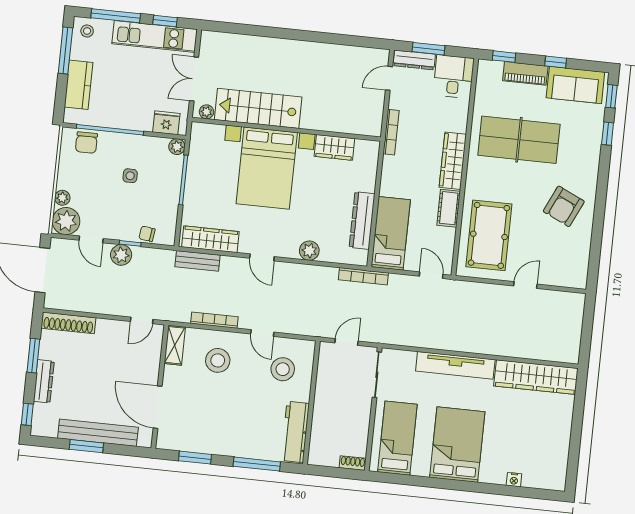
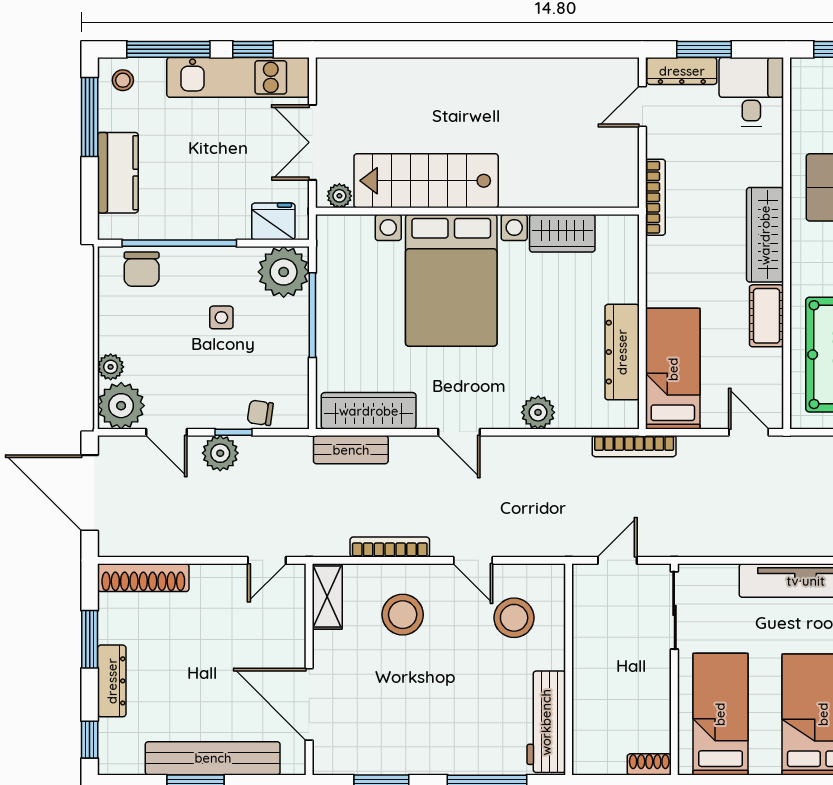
plant: (177, 147) -> (284, 272), width x1.87, depth x1.87

